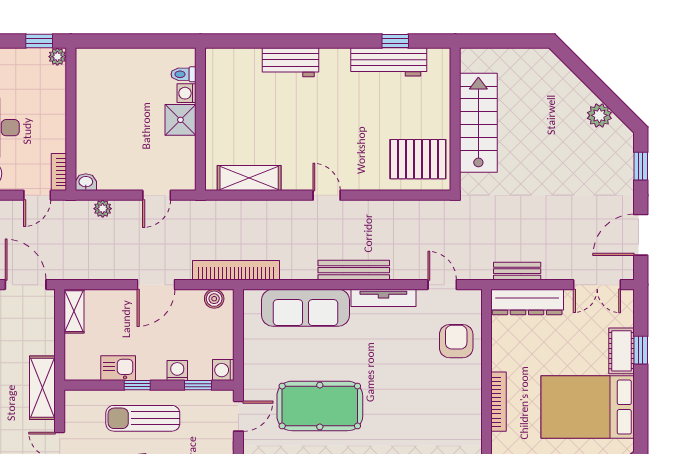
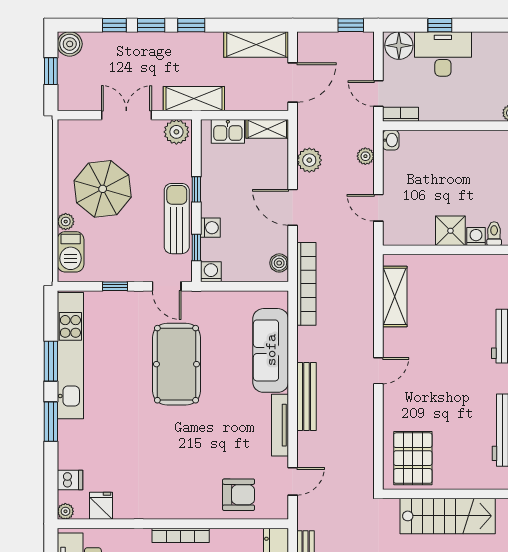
plant: (107, 267) -> (309, 160), added
kitchen sink: (118, 368) -> (228, 131), moved, turned 90
plant: (77, 406) -> (176, 132), added
sun lounger: (143, 418) -> (177, 219), moved

